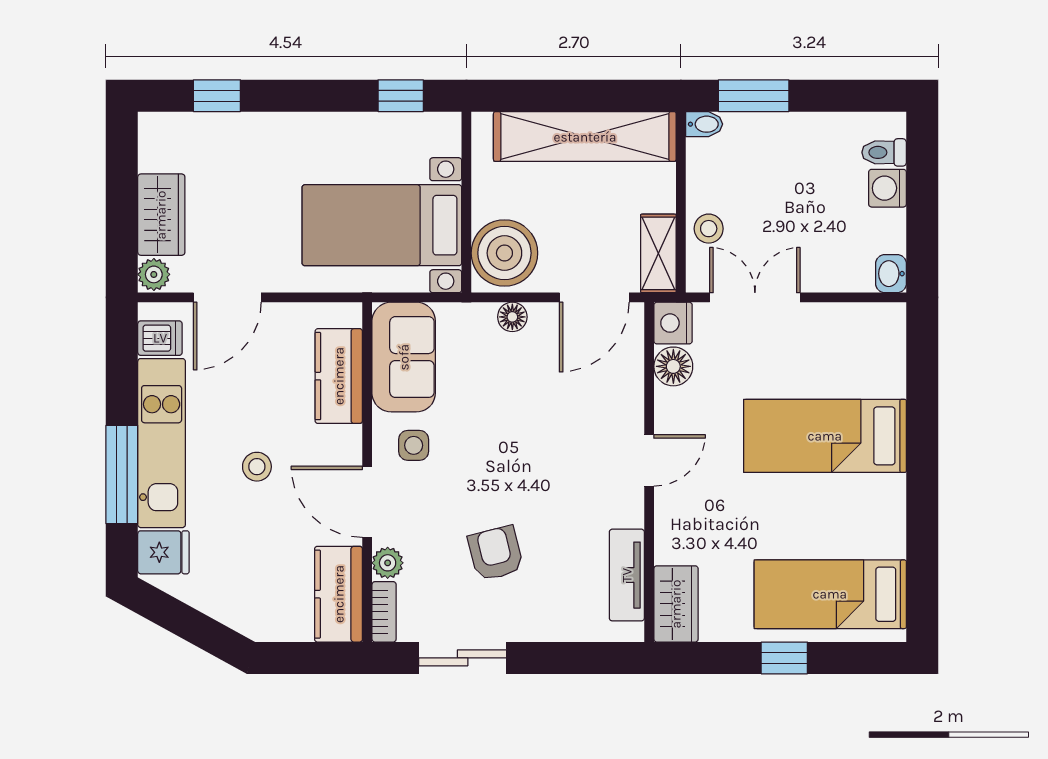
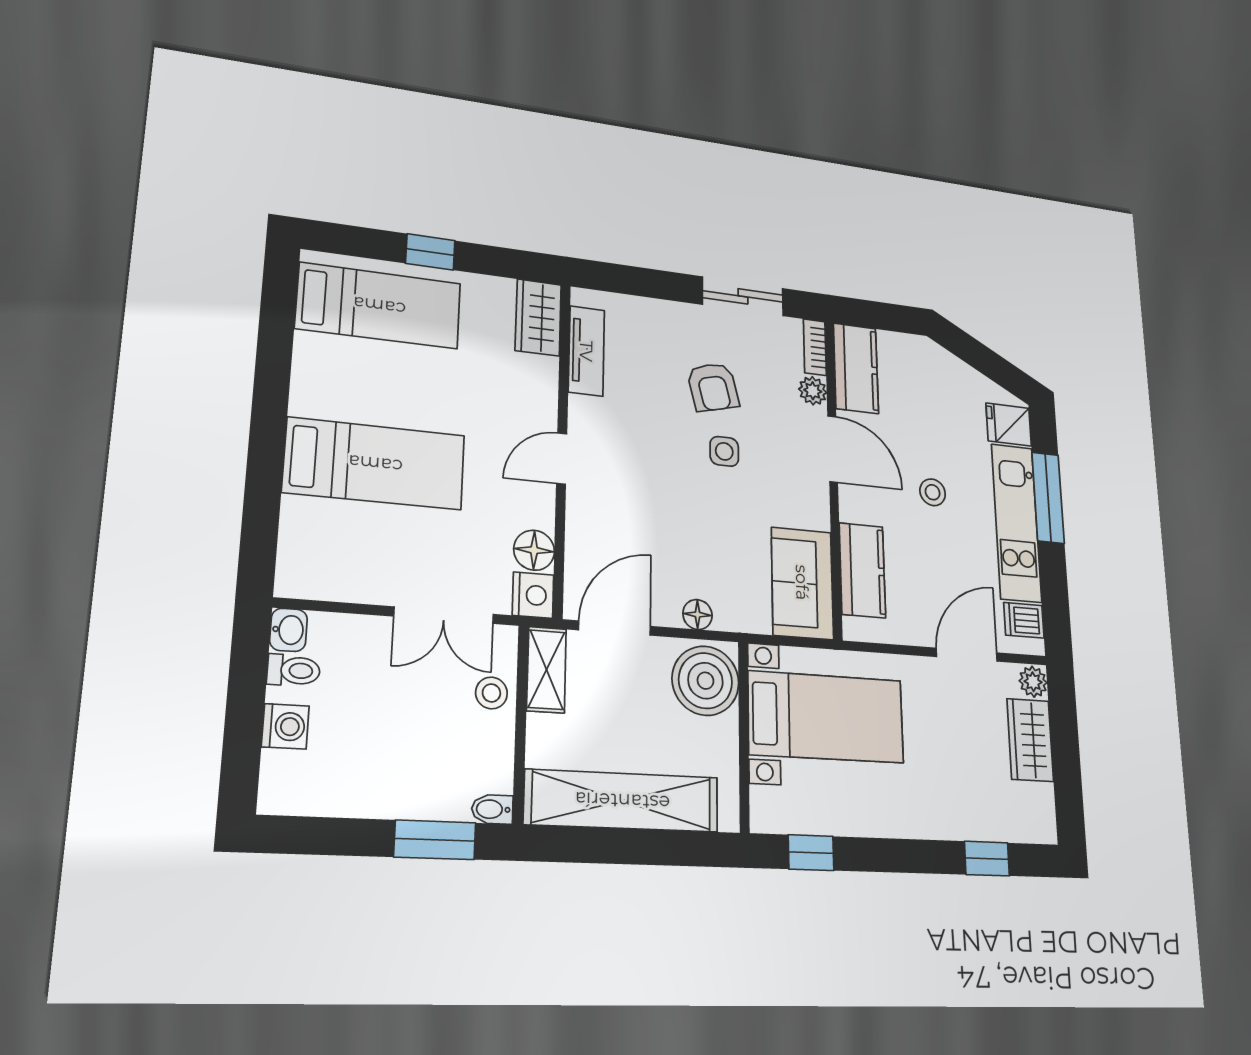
toilet: (884, 152) -> (294, 670), moved
side table: (414, 445) -> (724, 451), moved

